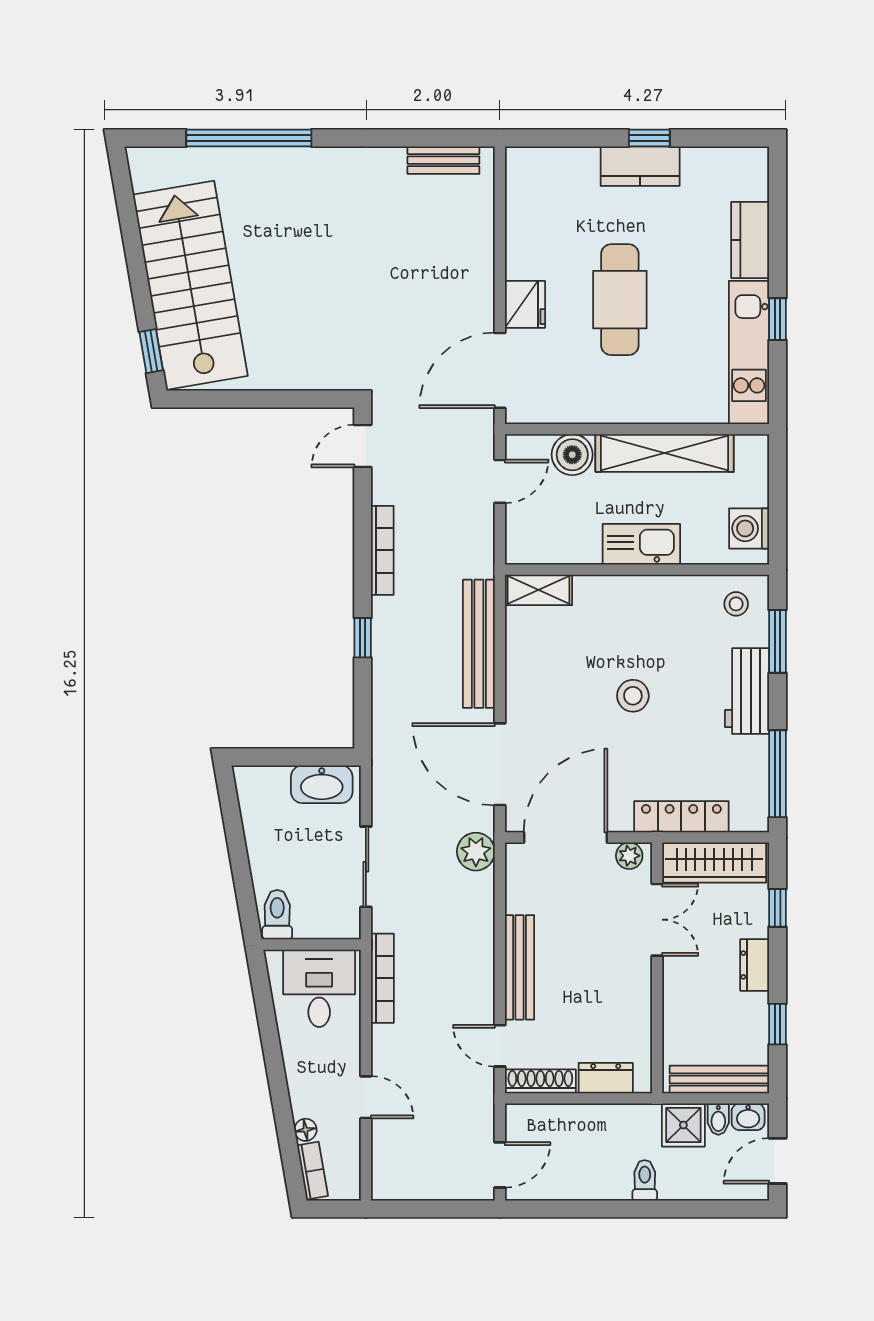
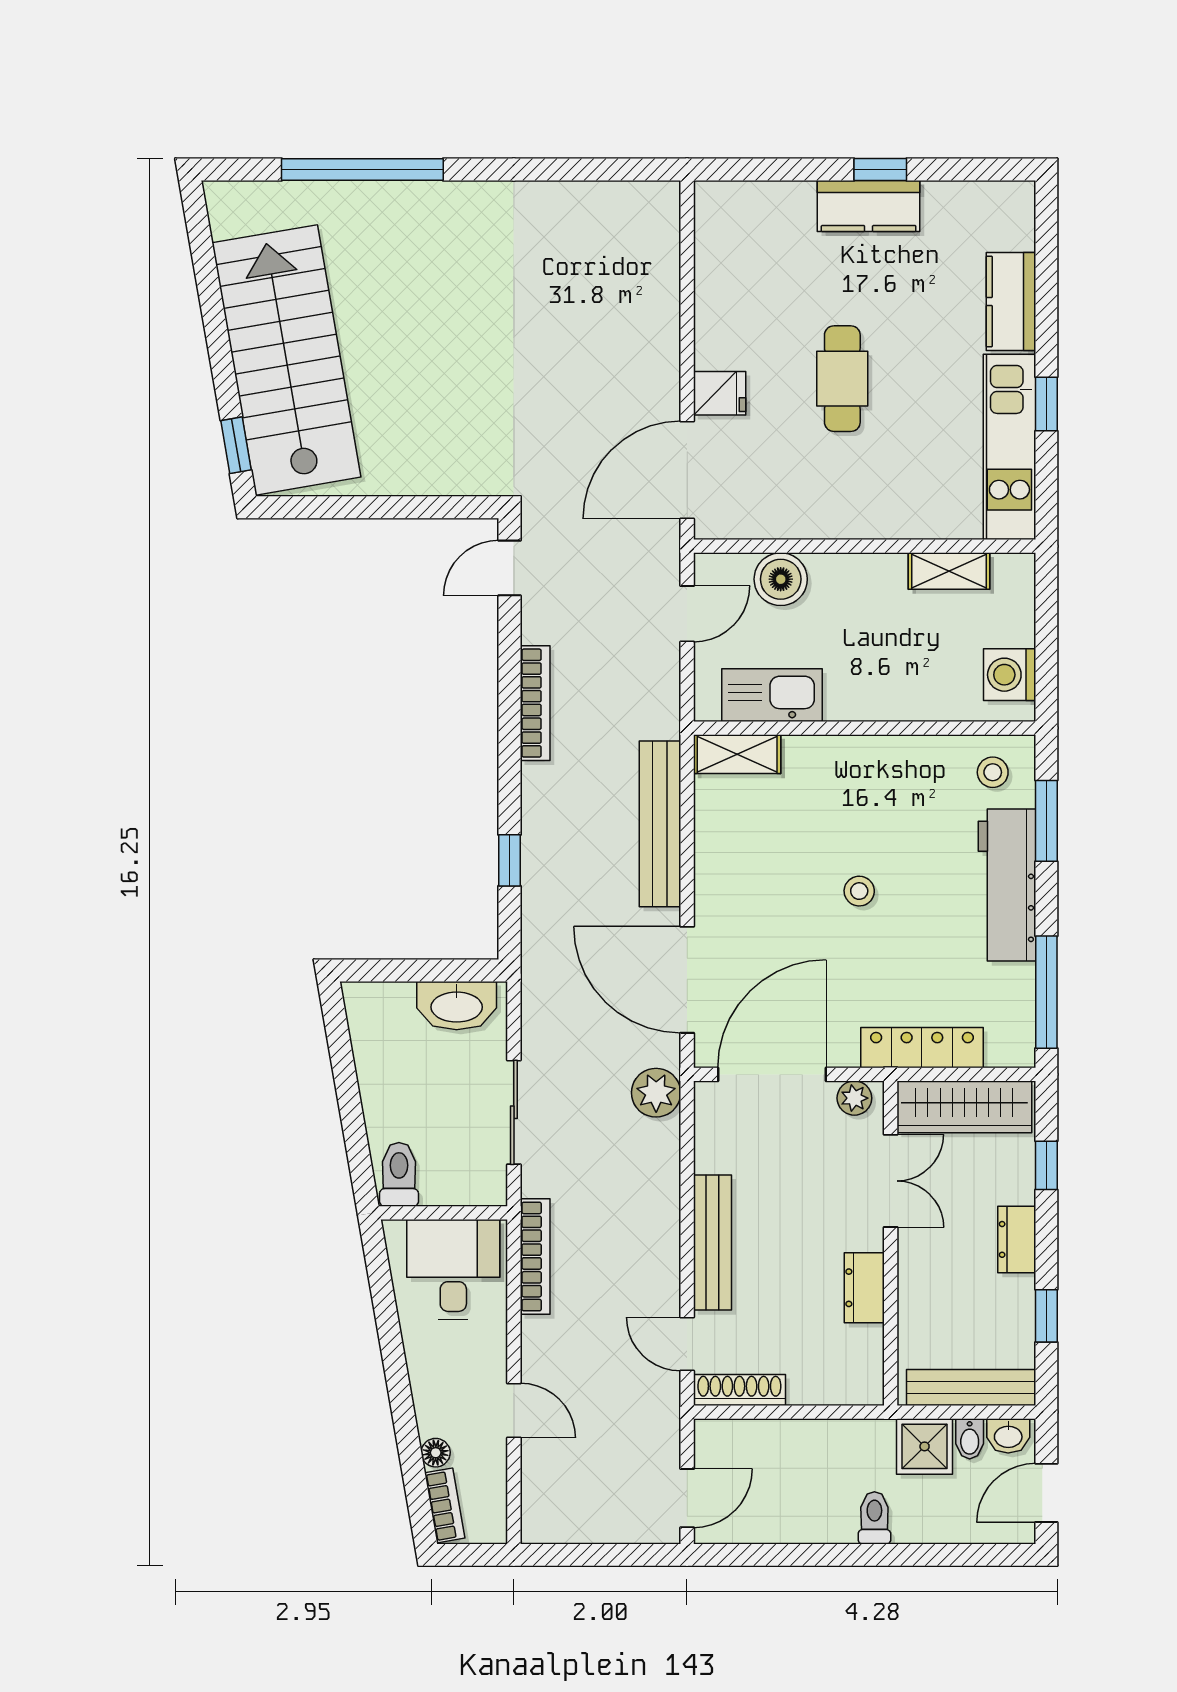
bench: (443, 160) -> (614, 198), removed
cafe table: (620, 300) -> (842, 379), width x0.73, depth x0.74
fridge: (525, 304) -> (720, 393), width x0.72
shelving: (665, 453) -> (949, 571), width x0.45, depth x0.75
kitchen sink: (641, 544) -> (772, 695), moved
window: (363, 638) -> (510, 860), moved
workbench: (747, 691) -> (1007, 885), width x1.37
stool: (633, 696) -> (859, 891), width x0.73, depth x0.73
dresser: (606, 1078) -> (864, 1288), moved, turned -90

